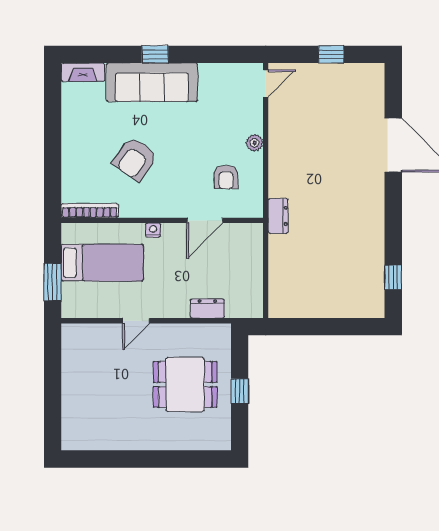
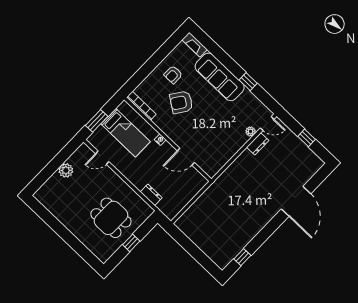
window: (155, 54) -> (248, 82), moved
plant: (255, 143) -> (251, 131), moved
armchair: (226, 177) -> (173, 75), moved
dresser: (278, 216) -> (258, 144), moved
door: (136, 321) -> (102, 158), moved
plant: (73, 380) -> (66, 170), added

